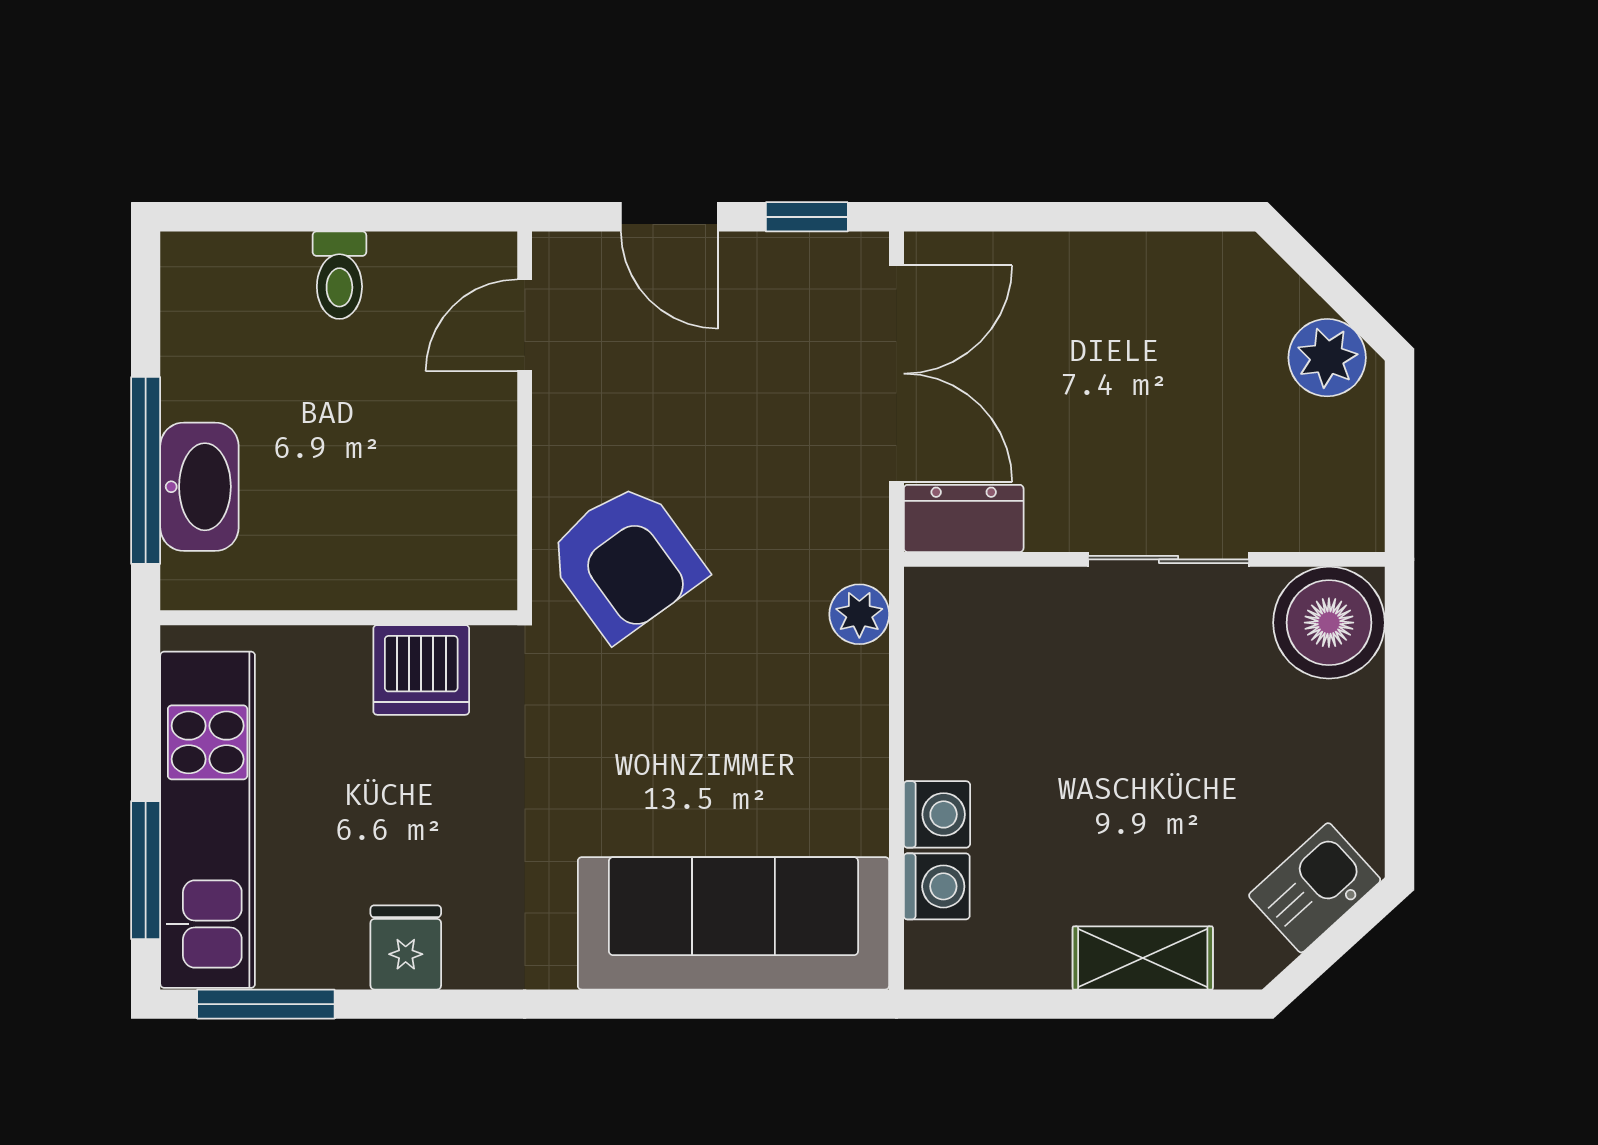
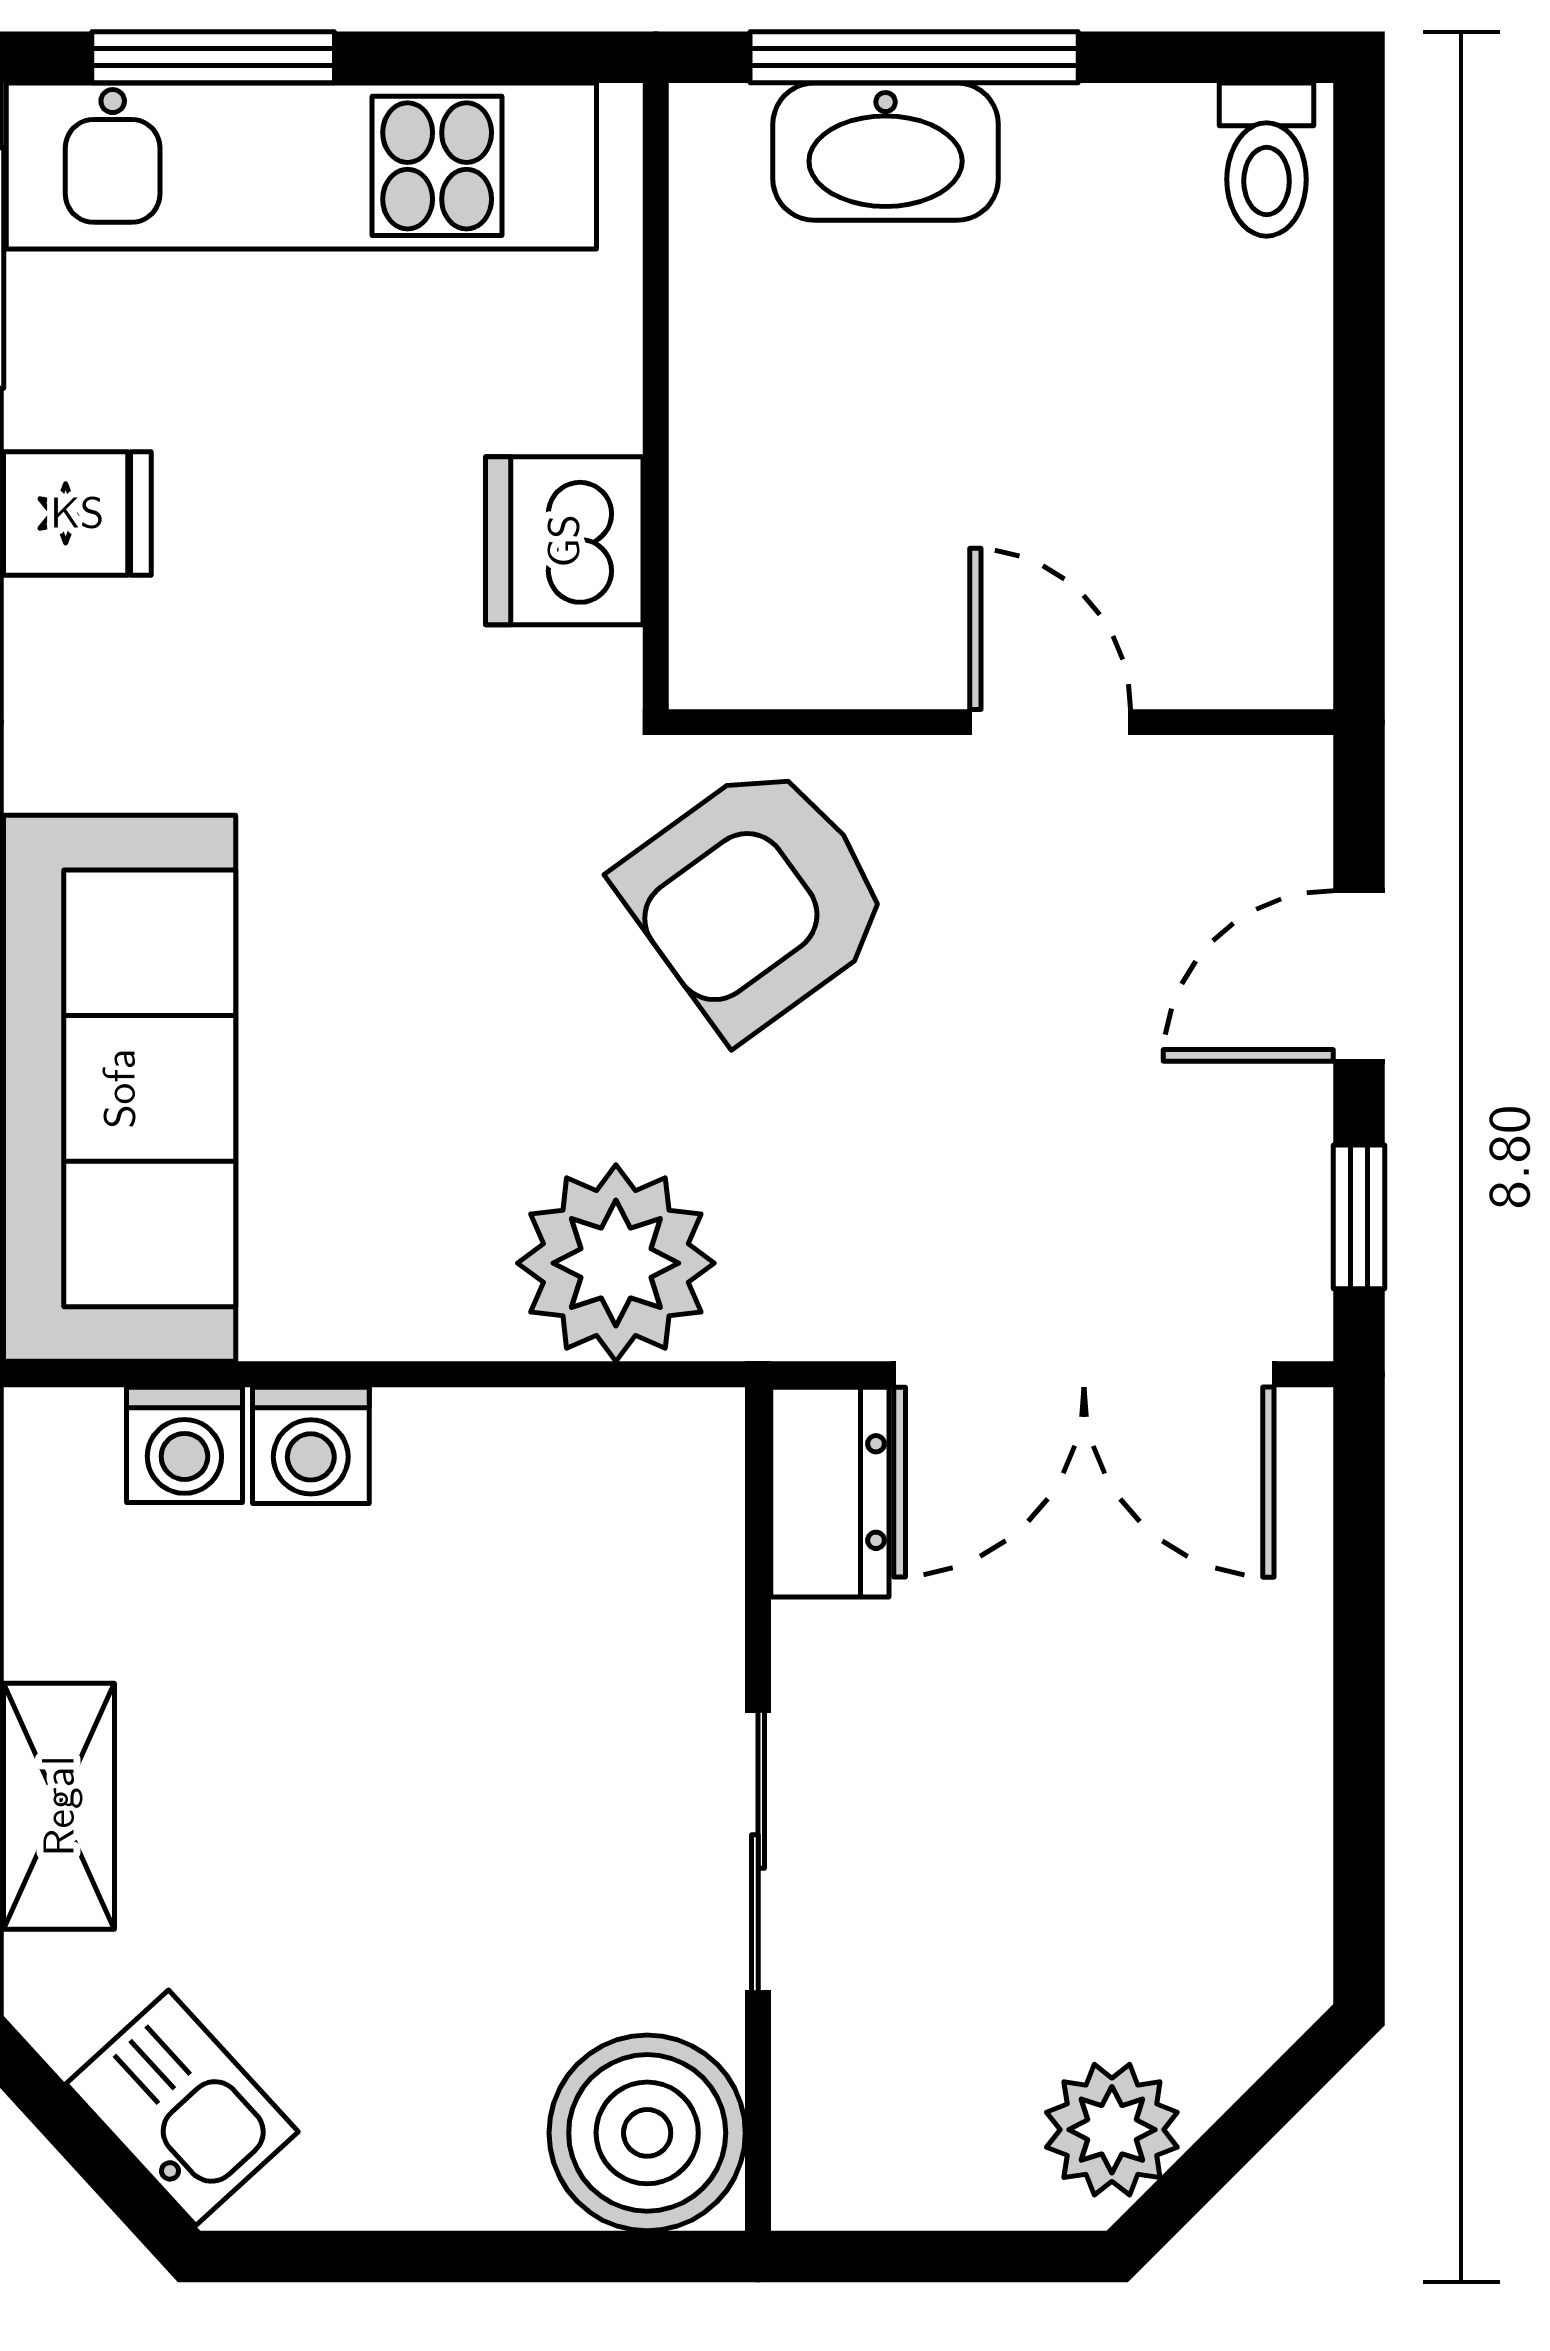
toilet: (339, 275) -> (1267, 160), moved, turned -90
door: (525, 325) -> (1050, 722), moved
plant: (859, 614) -> (616, 1263), width x1.88, depth x1.88

